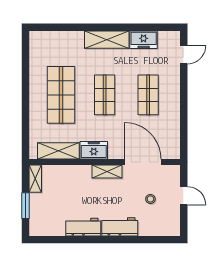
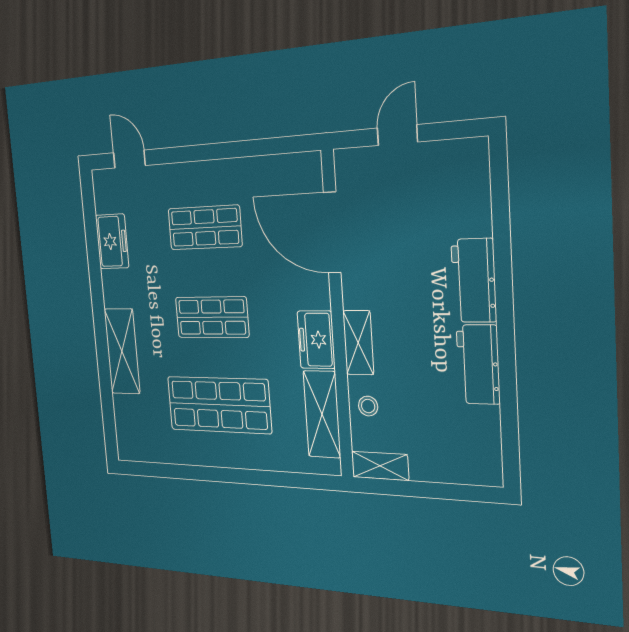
shelving: (107, 40) -> (122, 351), moved
door: (143, 162) -> (332, 233), hinge flipped
shelving: (107, 171) -> (358, 343), moved
stool: (150, 199) -> (368, 406), moved
window: (25, 206) -> (437, 491), removed

